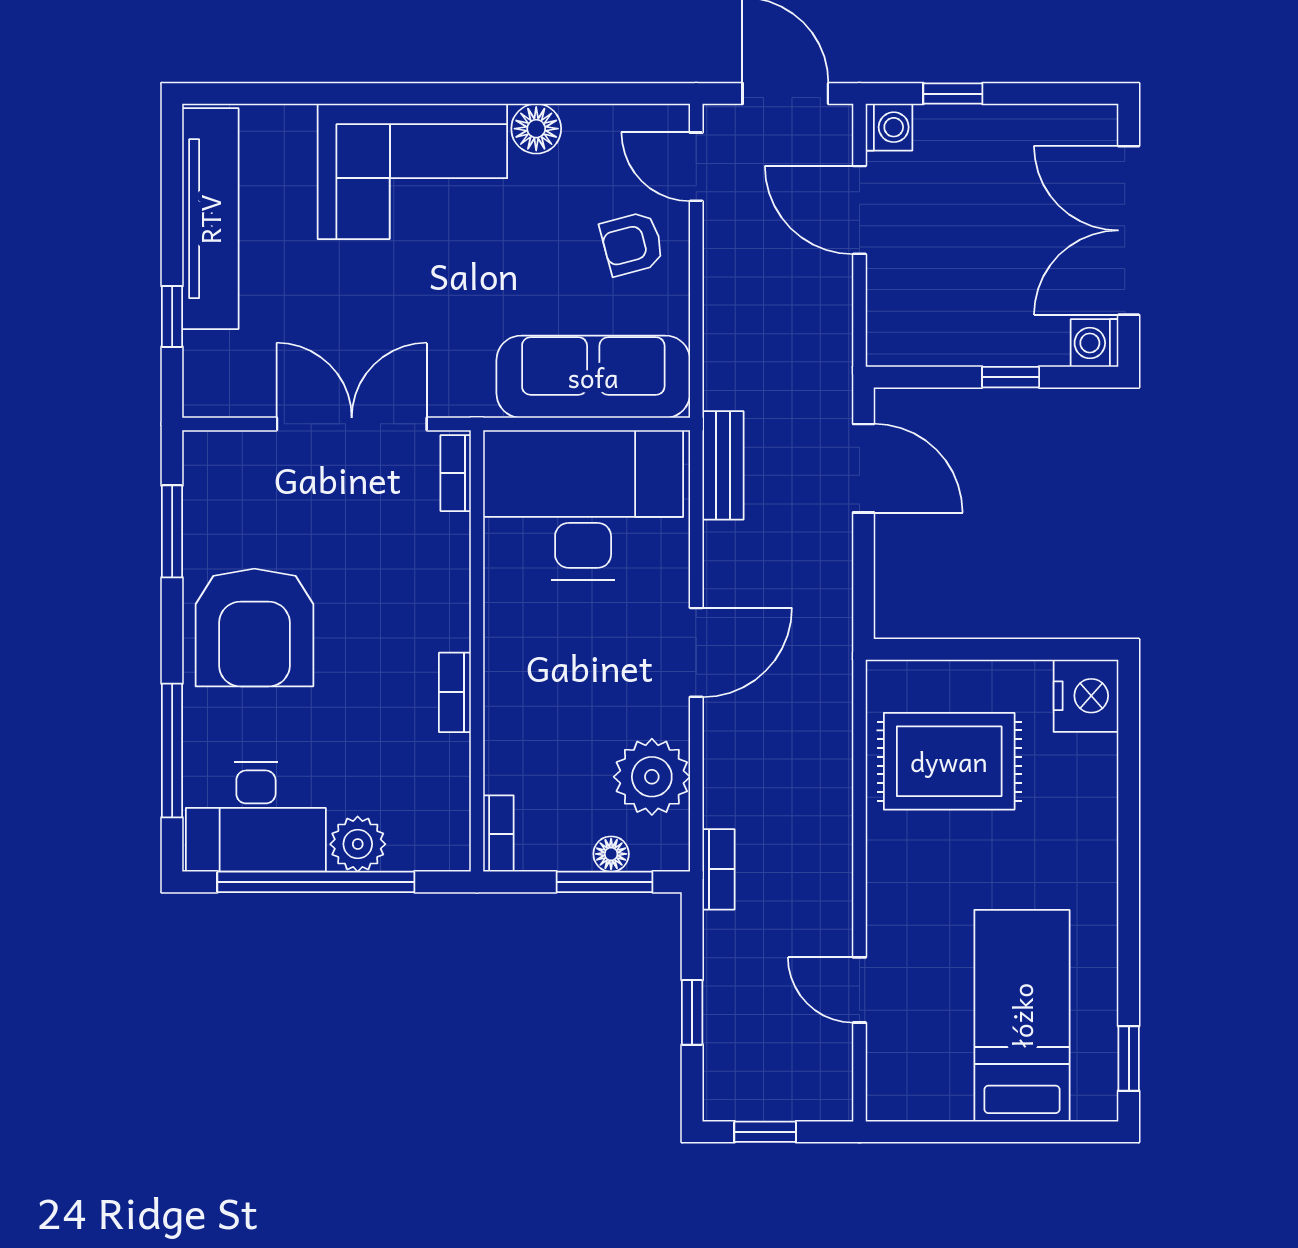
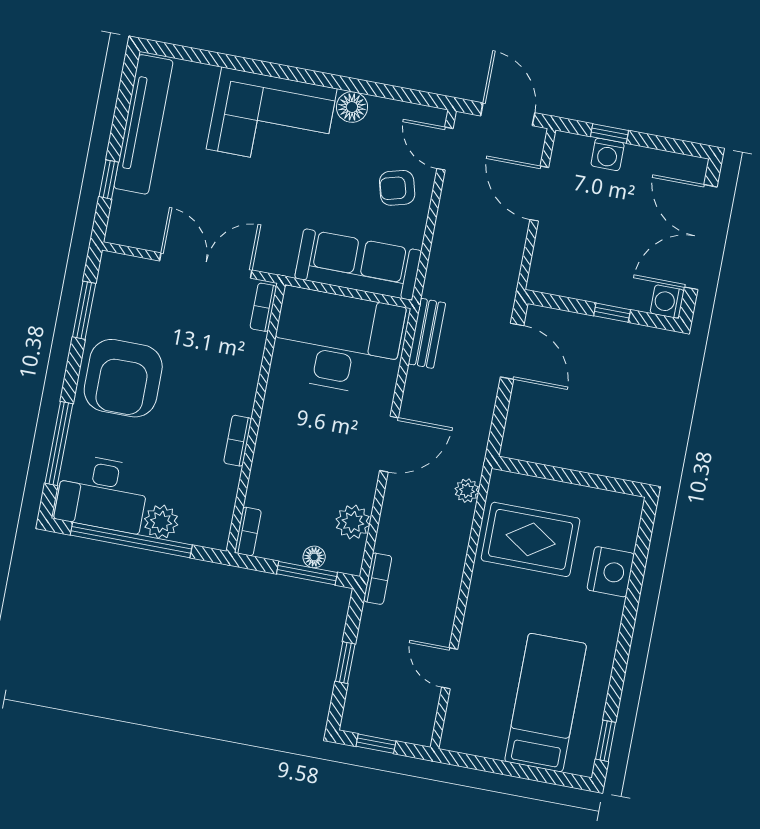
washing machine: (889, 127) -> (608, 154), moved, turned 90
nightstand: (1086, 696) -> (611, 572), moved
plant: (834, 703) -> (467, 491), added
plant: (652, 777) -> (353, 522), width x0.73, depth x0.73

